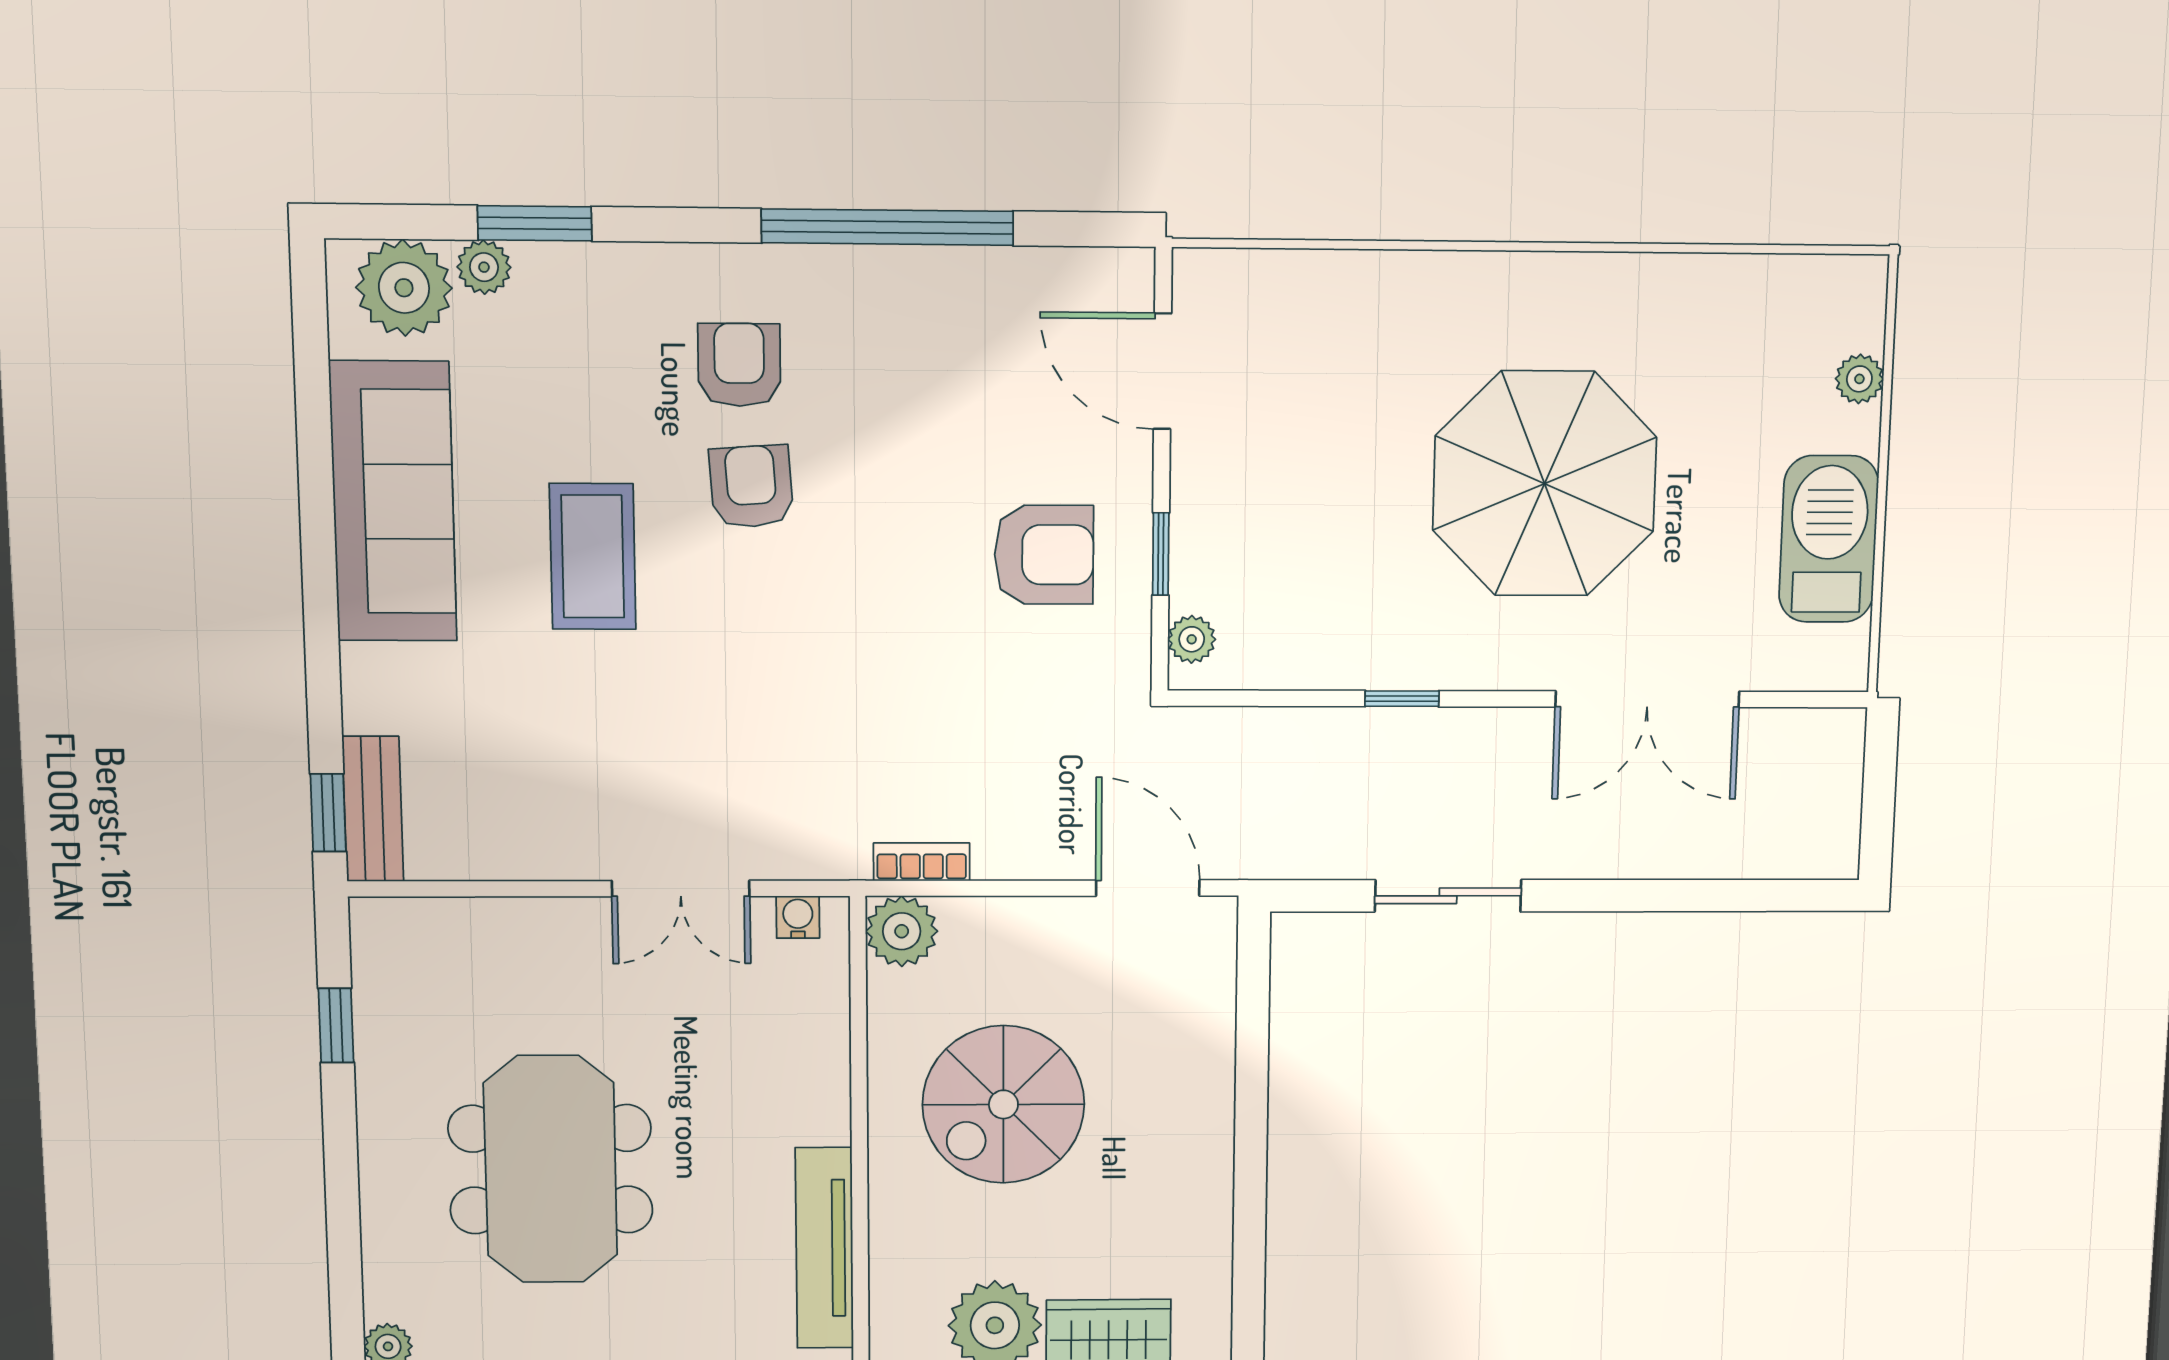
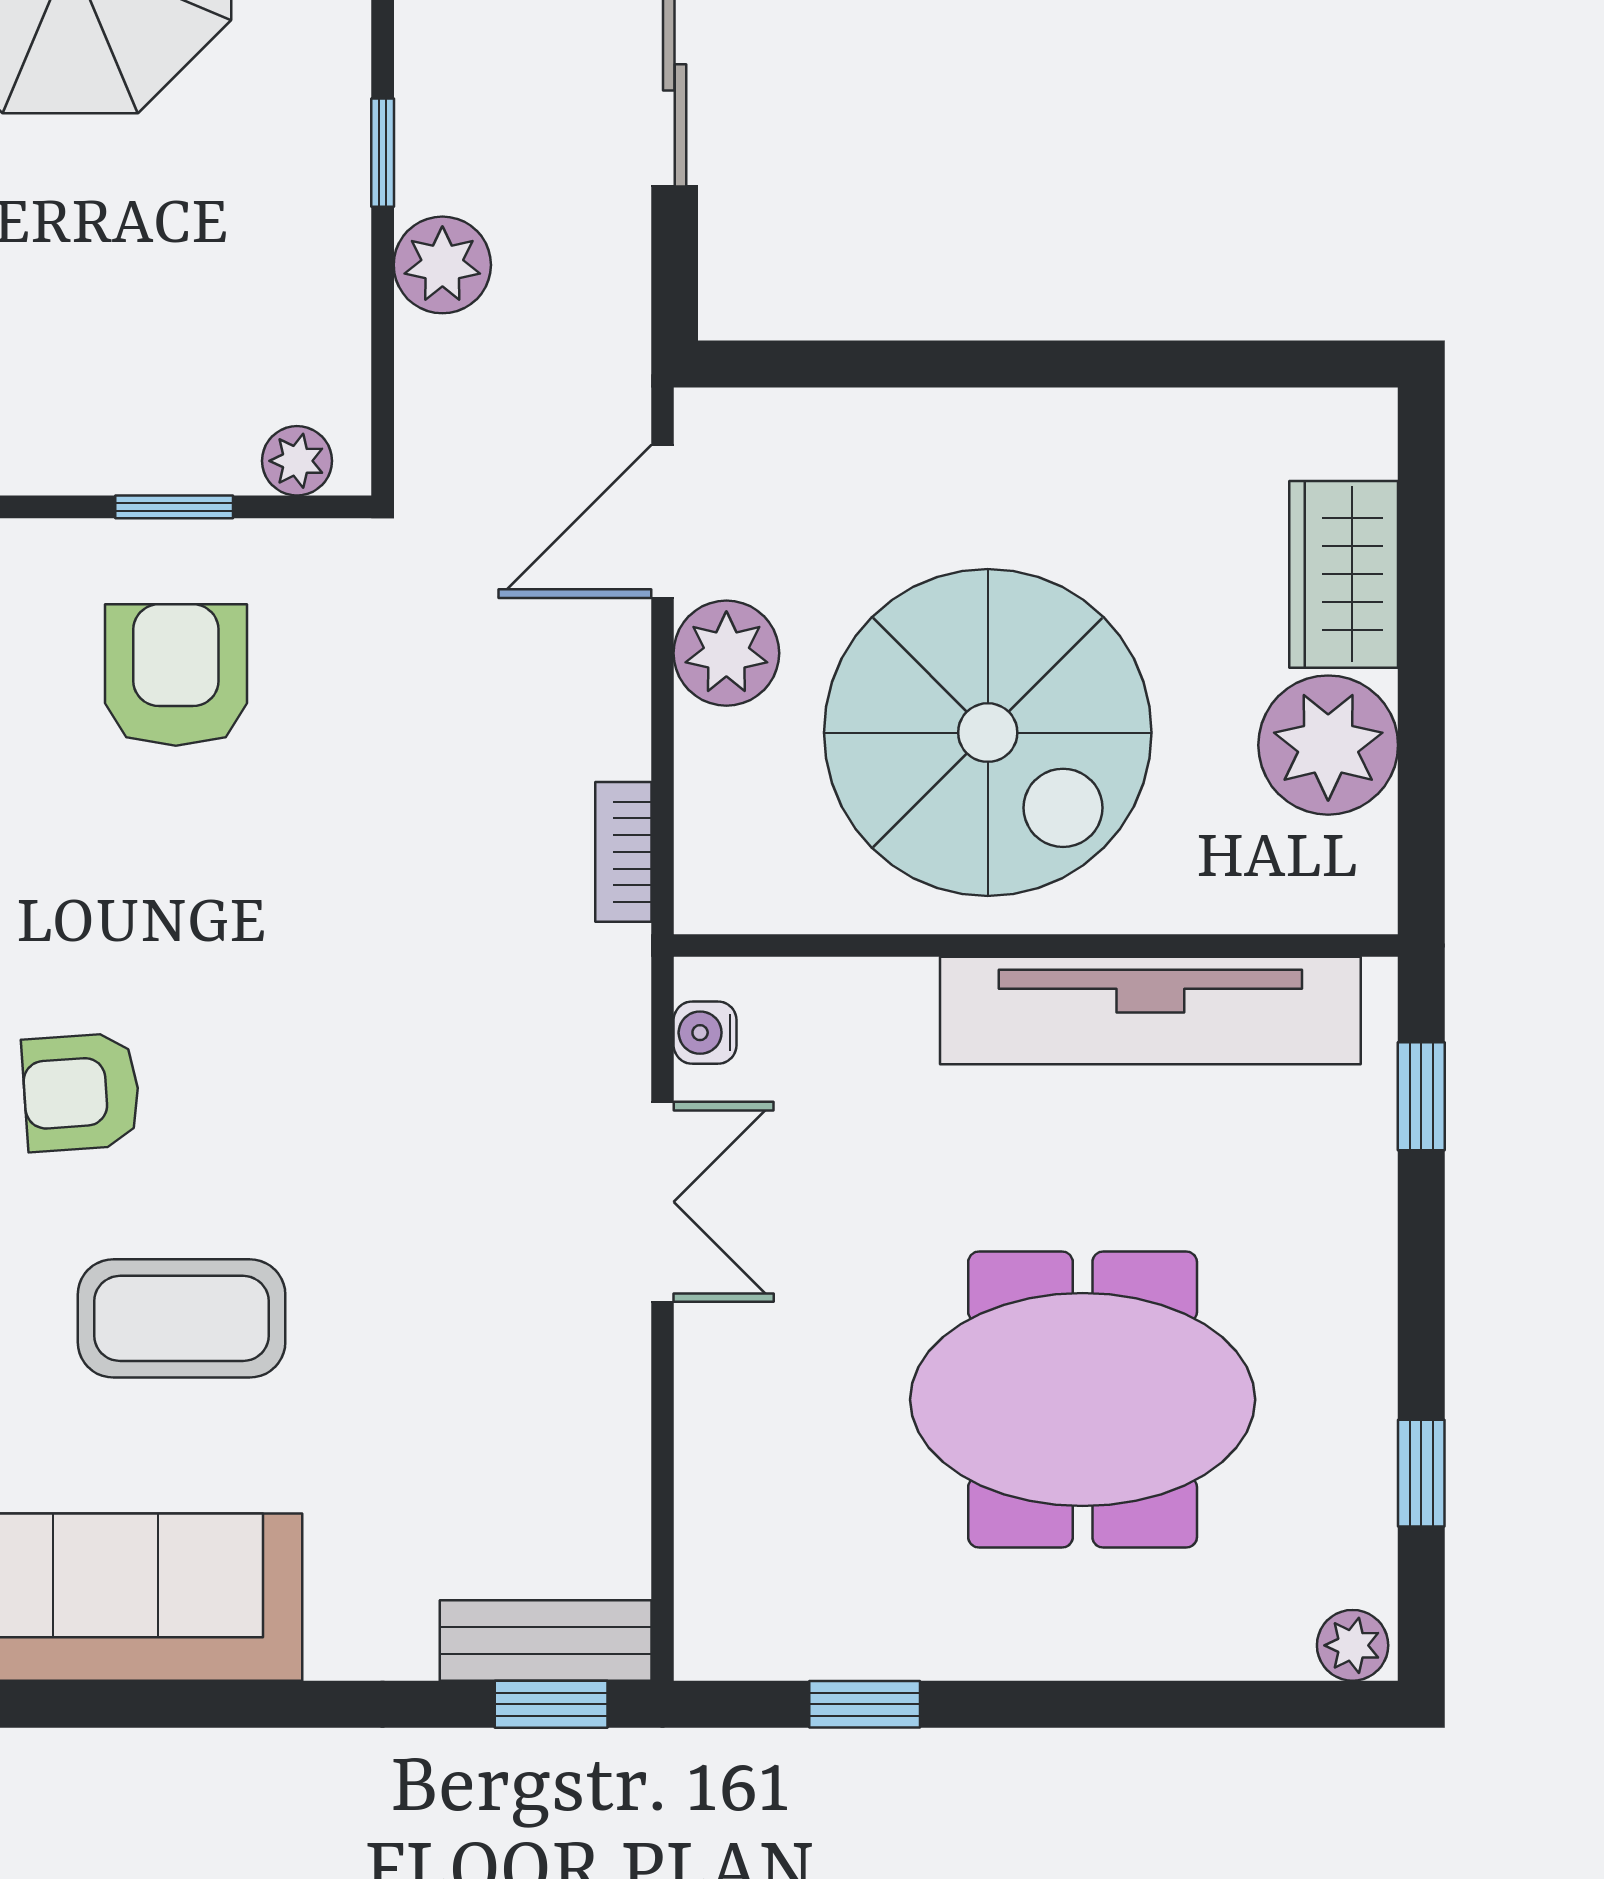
plant: (1324, 739) -> (442, 265), added
plant: (902, 931) -> (726, 653), moved
spiral stairs: (1003, 1104) -> (988, 733), width x1.37, depth x1.37
tv unit: (824, 1248) -> (1150, 1010), width x1.36, depth x1.29

